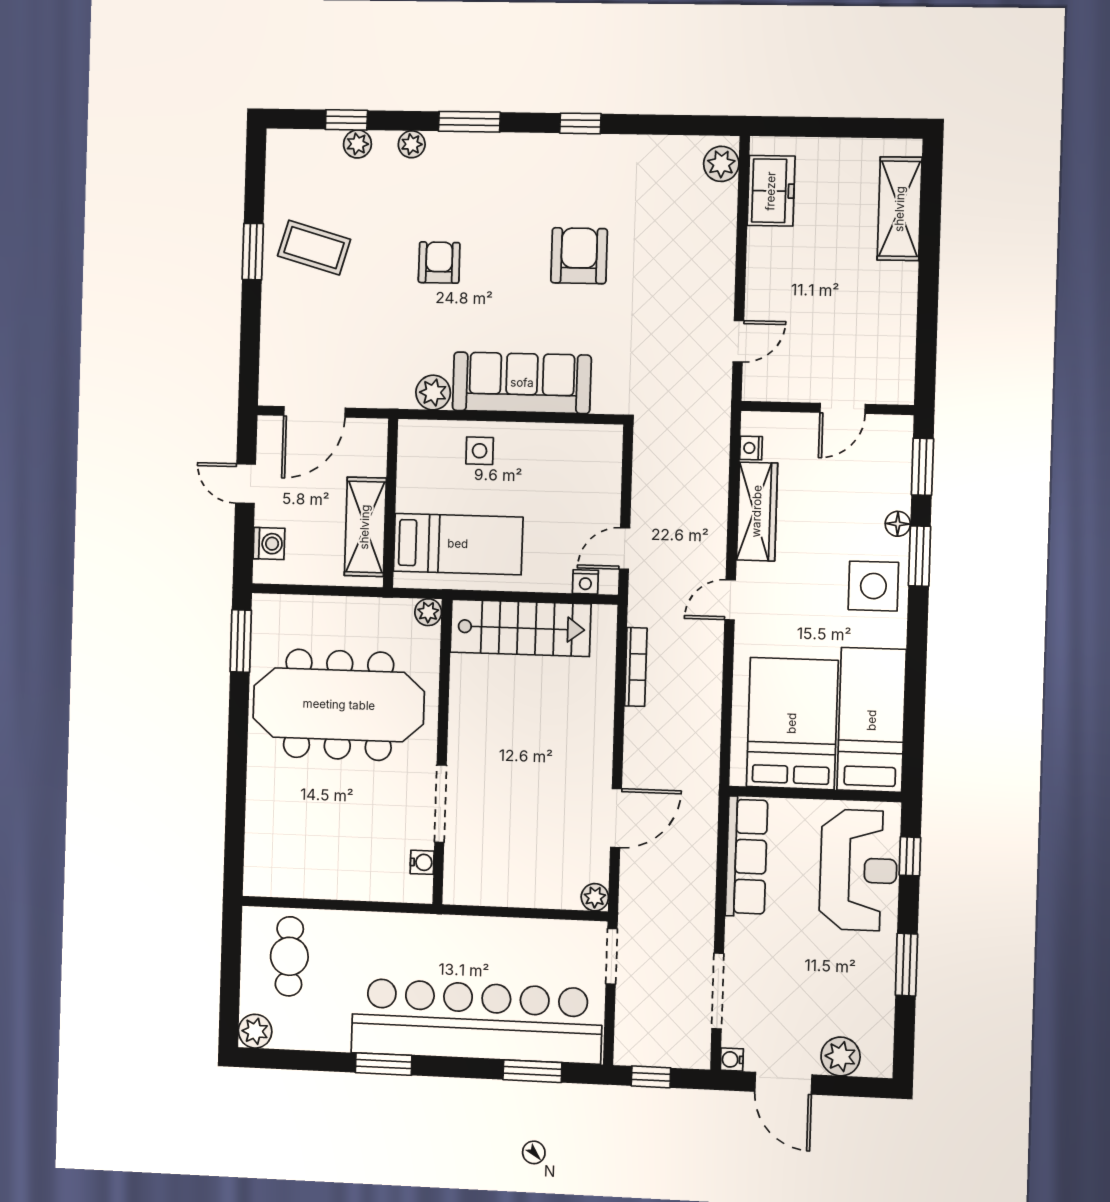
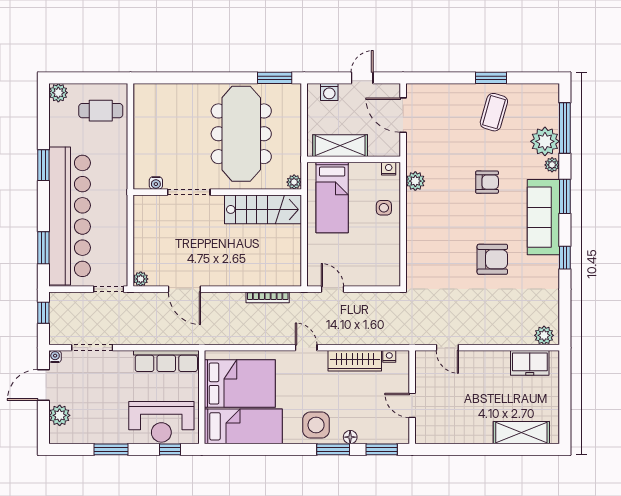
window: (346, 120) -> (565, 128), width x2.17
plant: (357, 144) -> (545, 141), width x1.88, depth x1.88
sofa: (522, 383) -> (543, 217), moved, turned 180
nightstand: (585, 582) -> (389, 169), moved, turned 90
stairs: (520, 628) -> (263, 209), moved, turned -90

